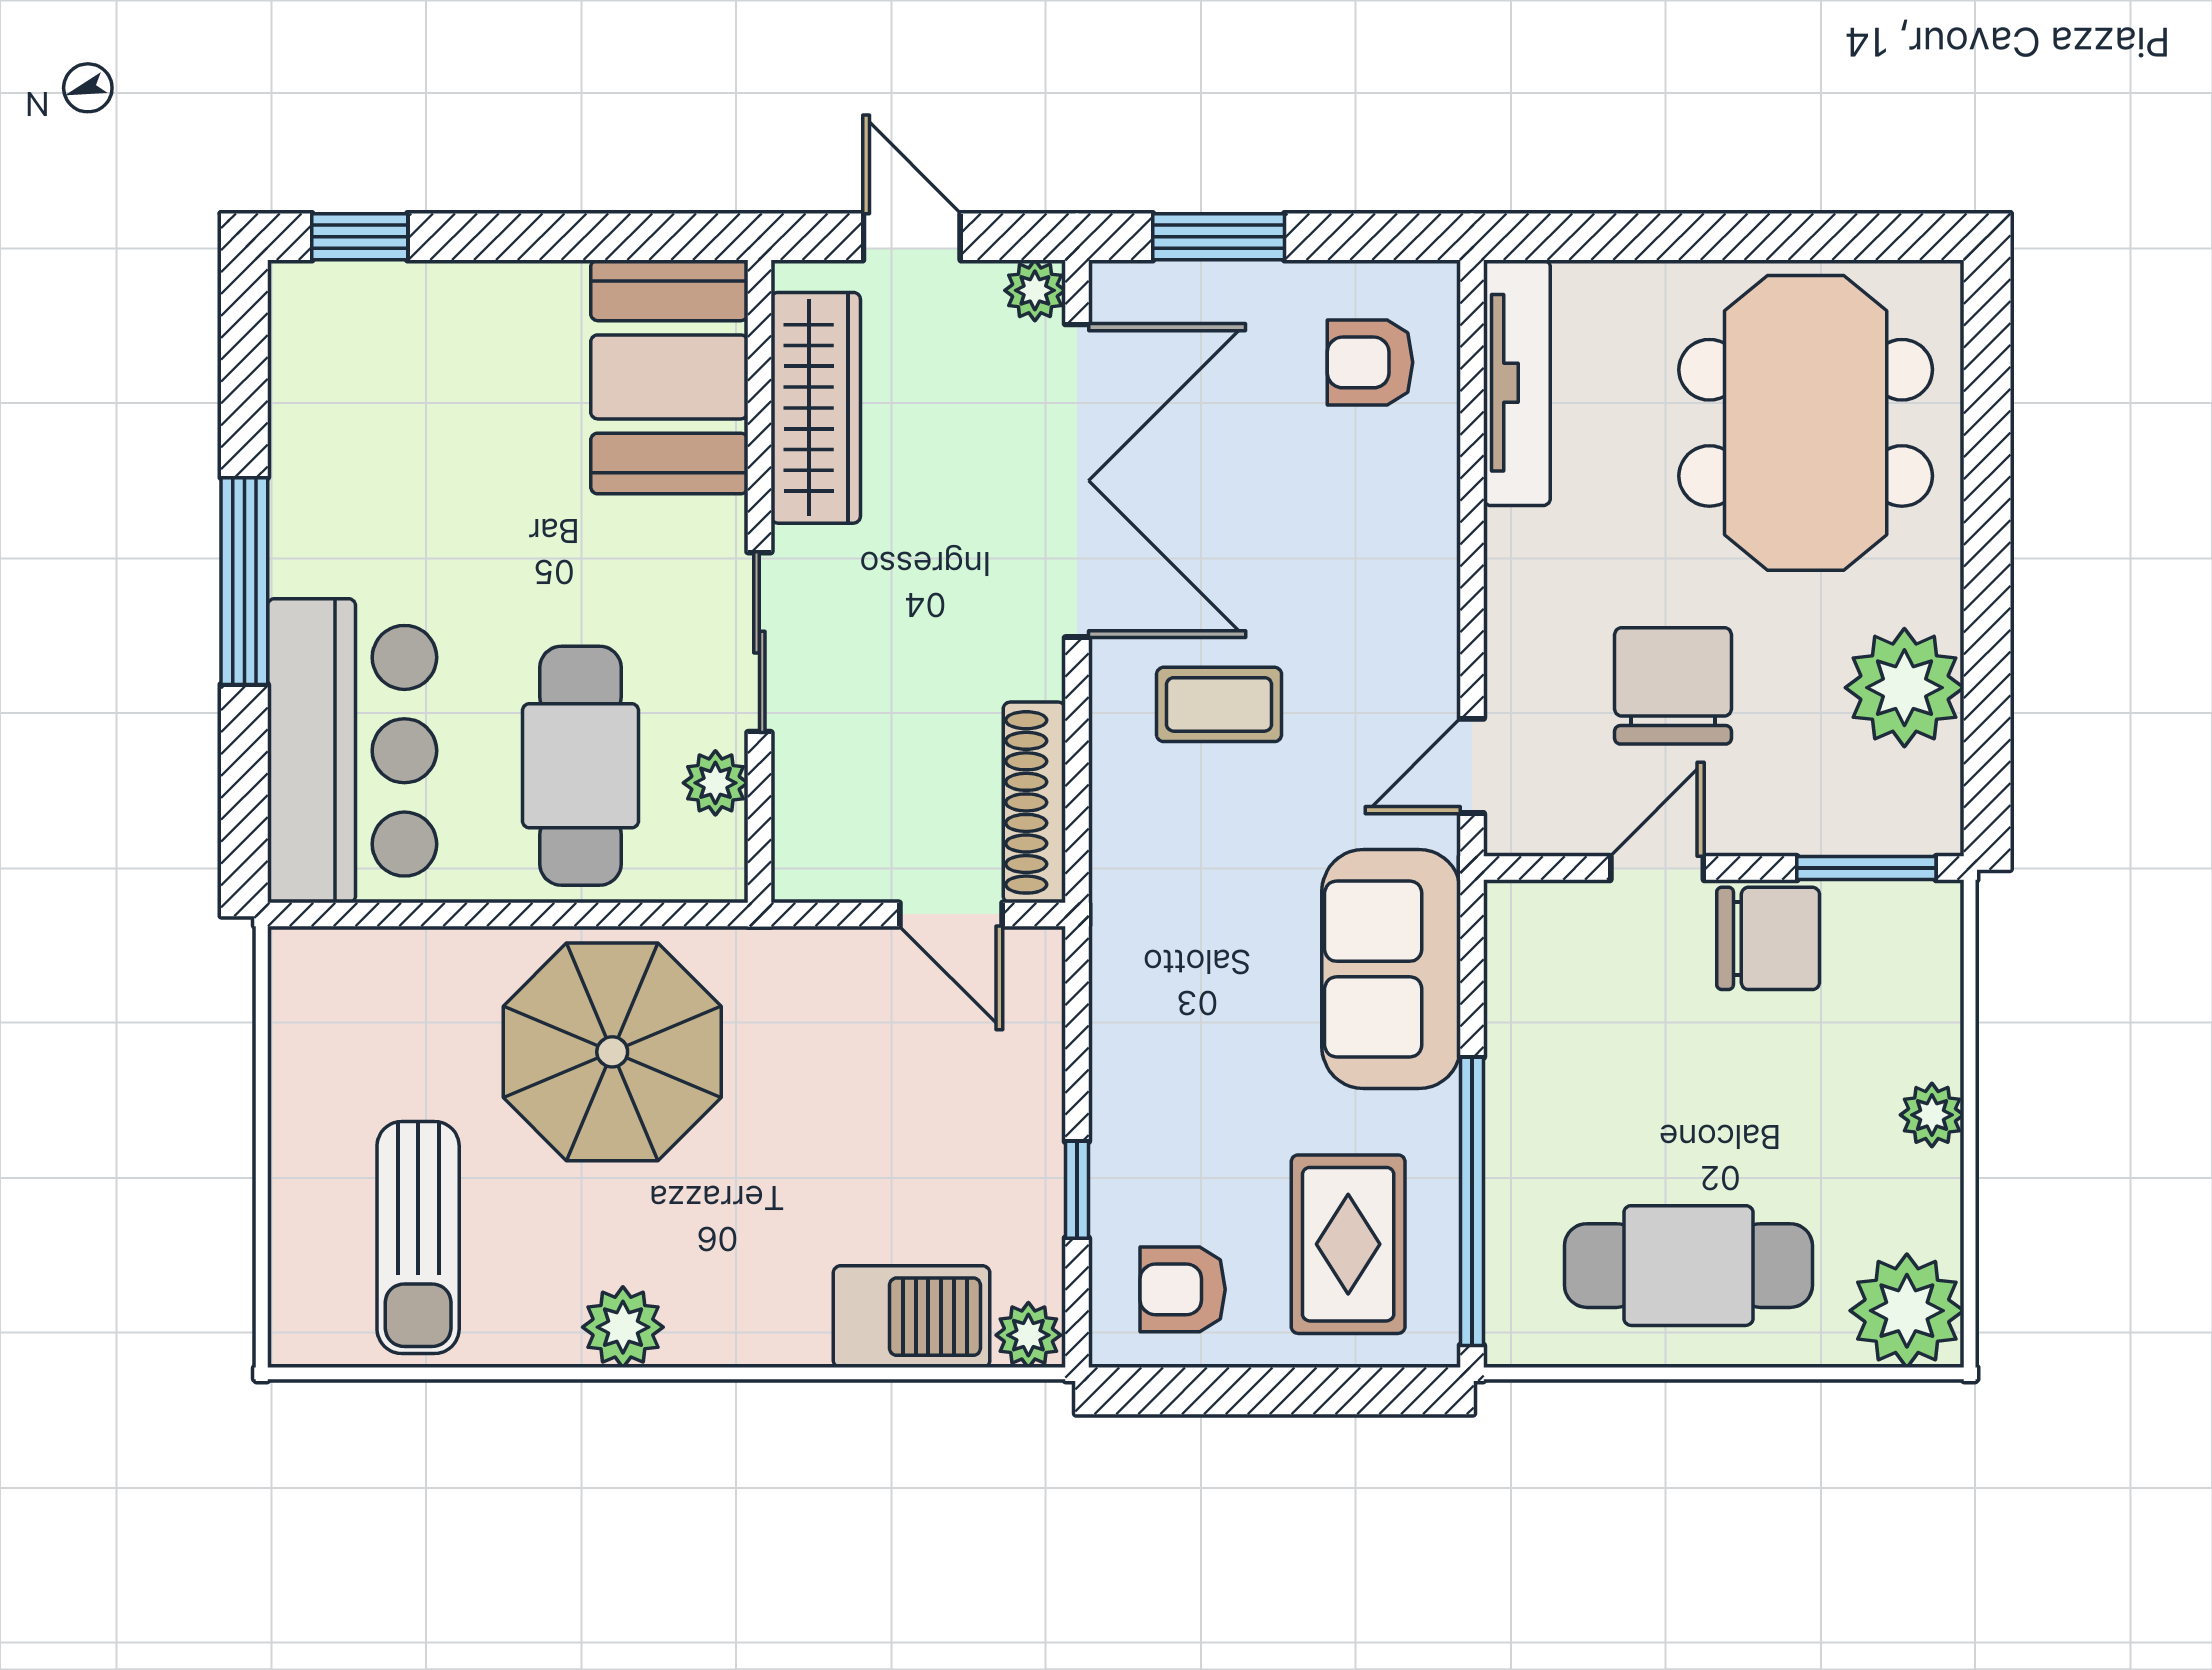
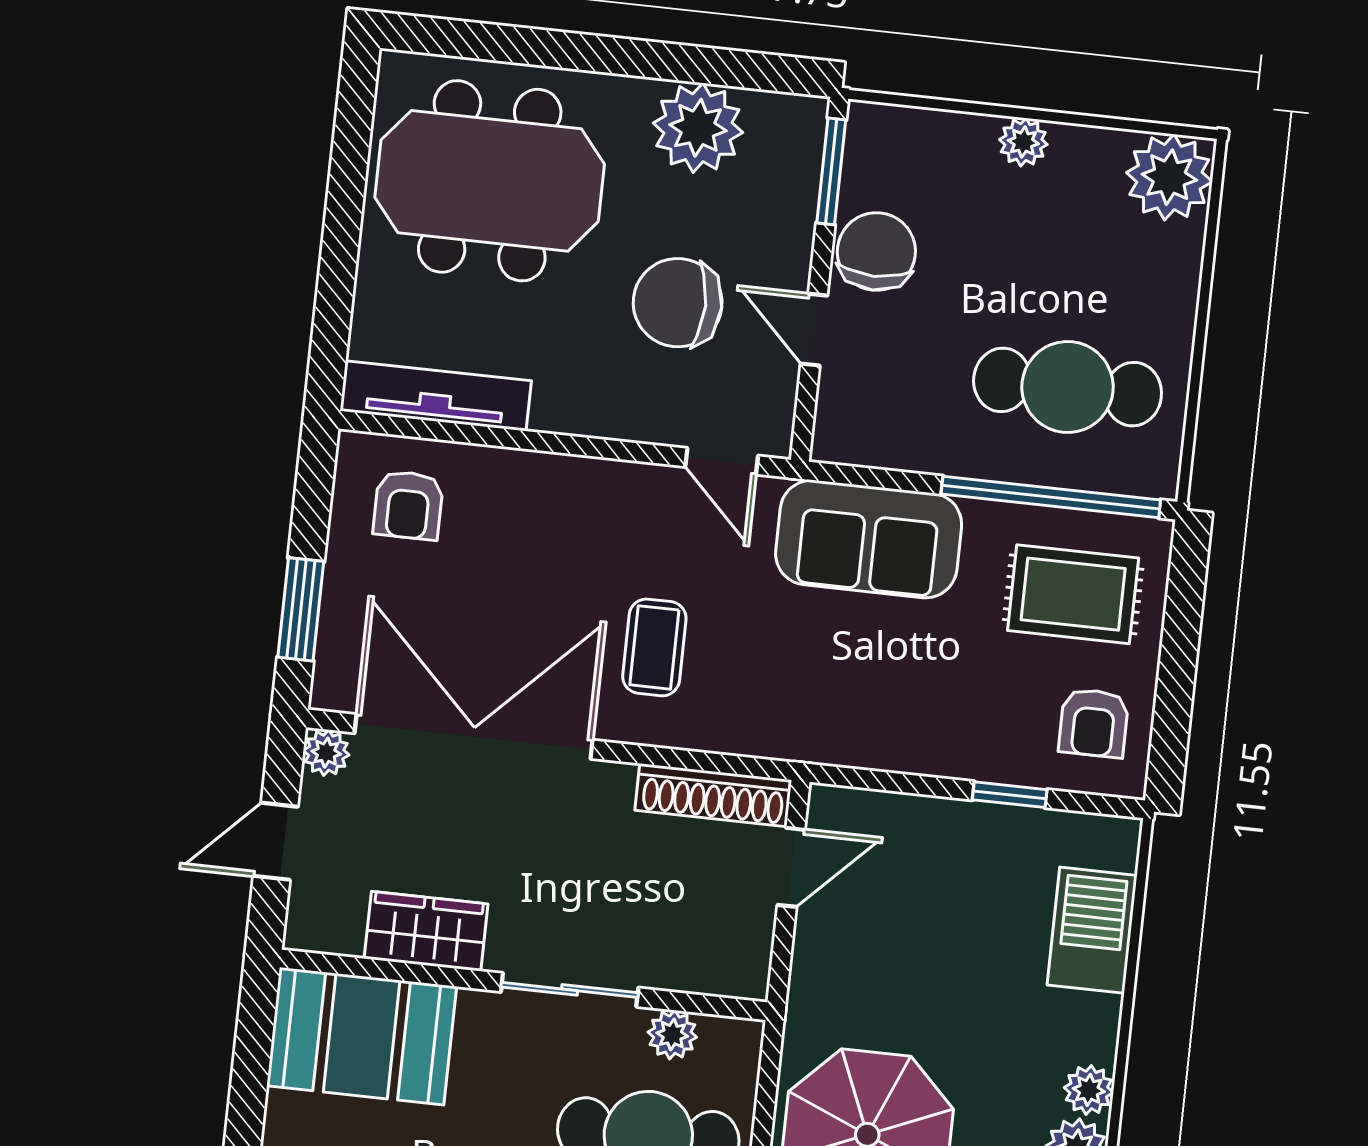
wardrobe: (816, 408) -> (426, 931), width x0.67
cafe table: (1688, 1266) -> (1068, 387), moved, turned 90
plant: (1028, 1335) -> (1089, 1090), moved

